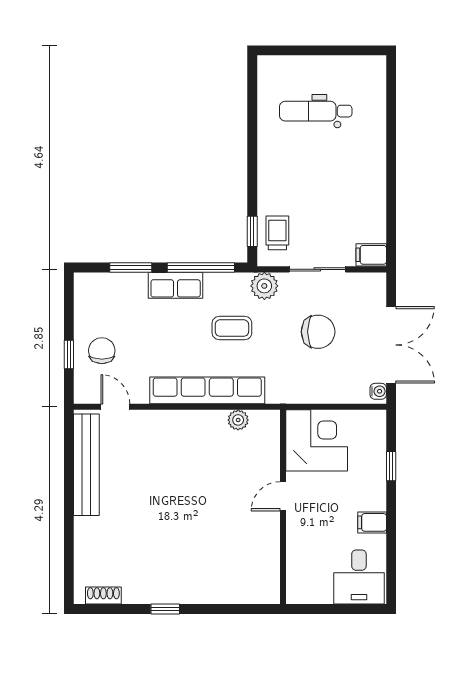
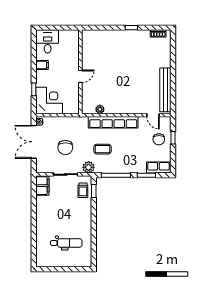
filing cabinet: (371, 255) -> (42, 186), width x2.00
row of seats: (176, 285) -> (158, 168), moved
chair: (318, 332) -> (65, 148), turned -90
corner desk: (317, 440) -> (49, 100), moved, turned 180

